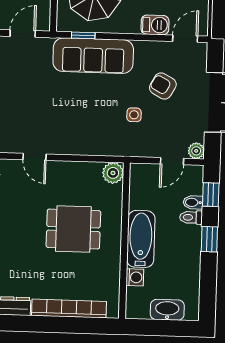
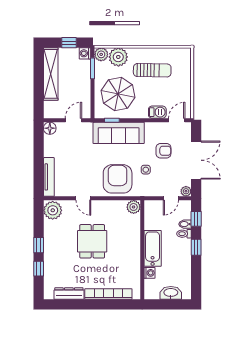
armchair: (163, 86) -> (163, 151), turned 151
armchair: (89, 128) -> (118, 179), added
dining table: (73, 229) -> (92, 241), moved, turned 90

